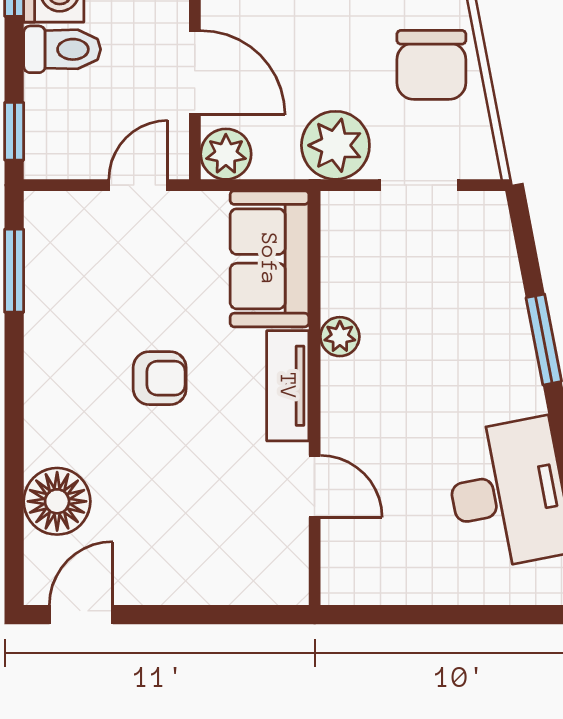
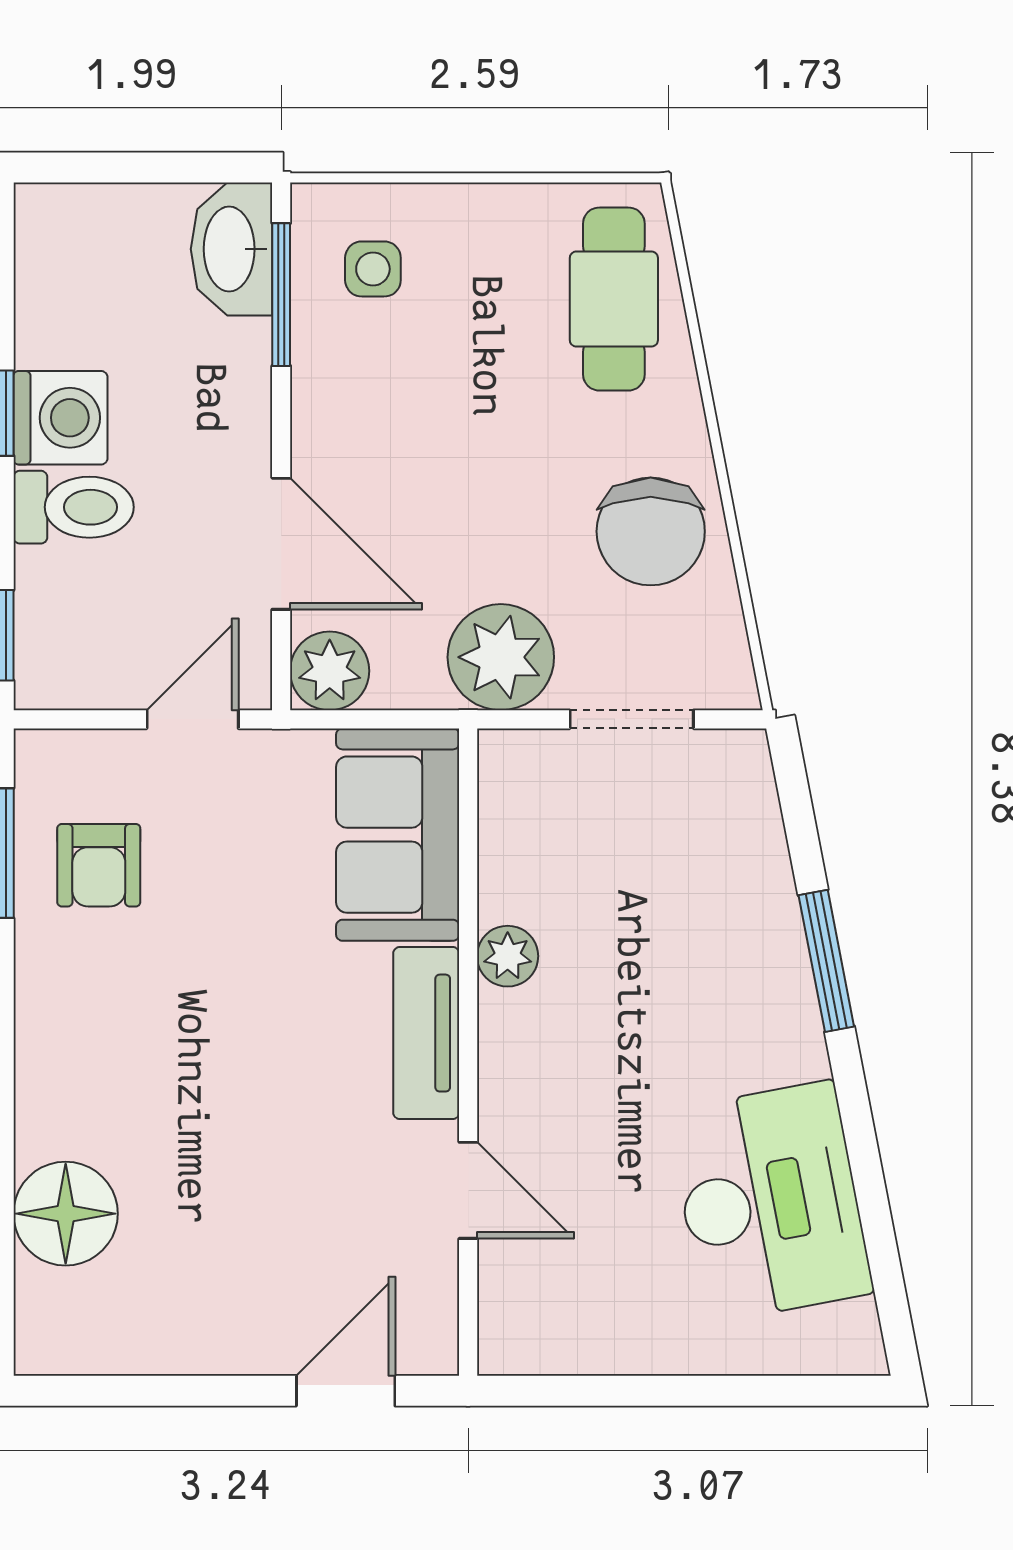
armchair: (160, 378) -> (99, 865), moved, turned 90
door: (81, 615) -> (346, 1391), moved

